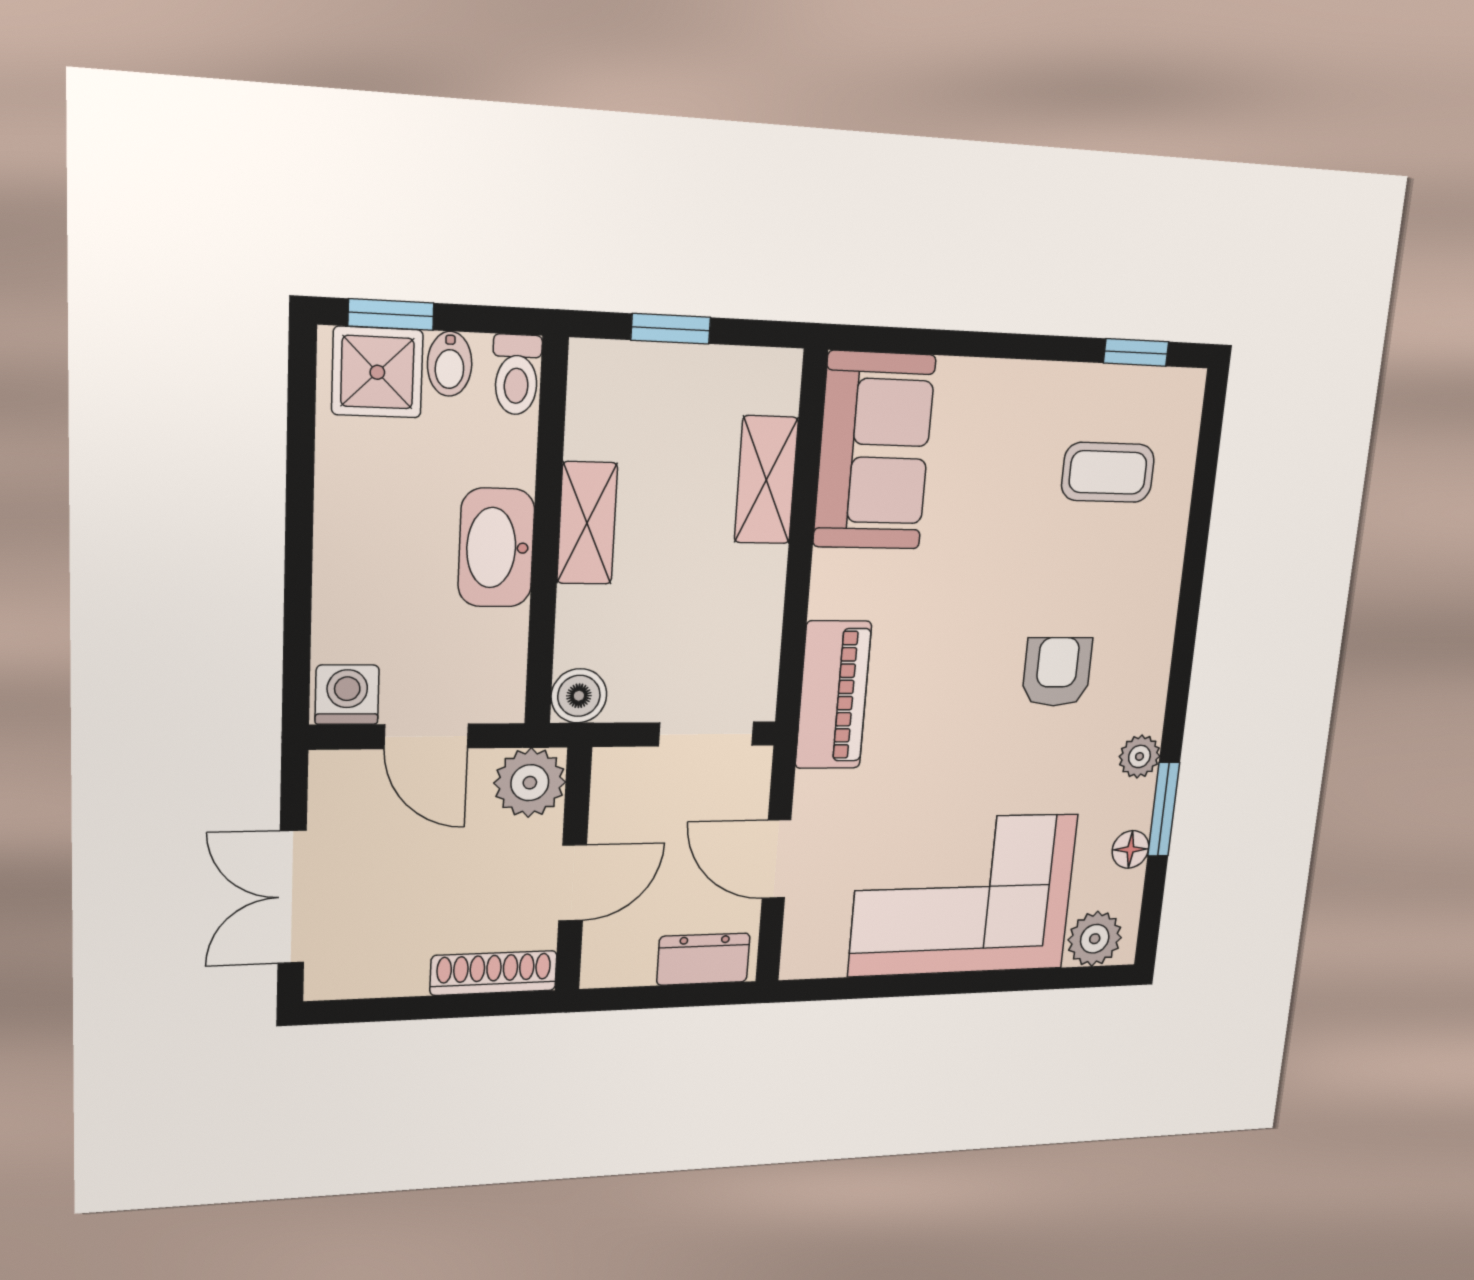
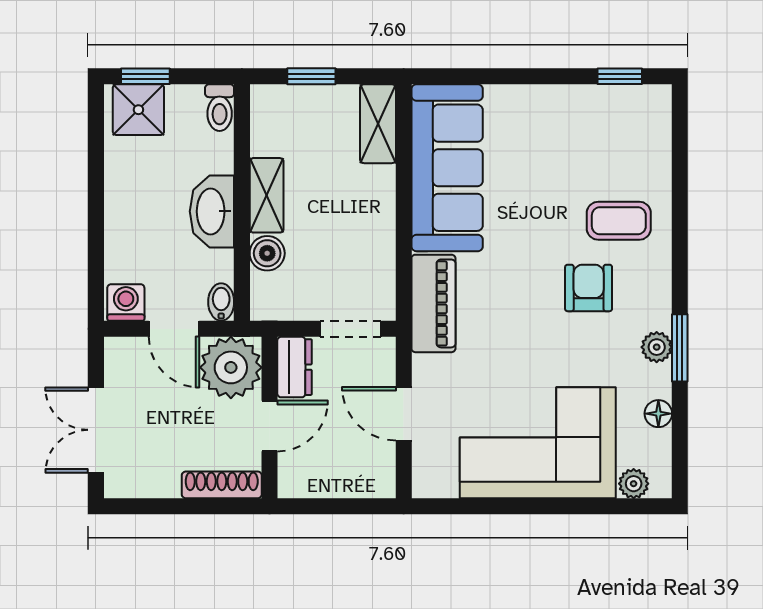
bidet: (450, 364) -> (221, 302), moved, turned 180
sofa: (874, 451) -> (447, 168), width x1.36
coffee table: (1108, 472) -> (619, 221), moved
shelving: (766, 480) -> (378, 124), moved
boiler: (579, 696) -> (267, 253), moved
plant: (530, 783) -> (231, 367), width x1.36, depth x1.36
window: (1164, 809) -> (680, 348), moved
plant: (1095, 939) -> (634, 484), width x0.73, depth x0.73
dresser: (703, 959) -> (294, 367), moved, turned 90

